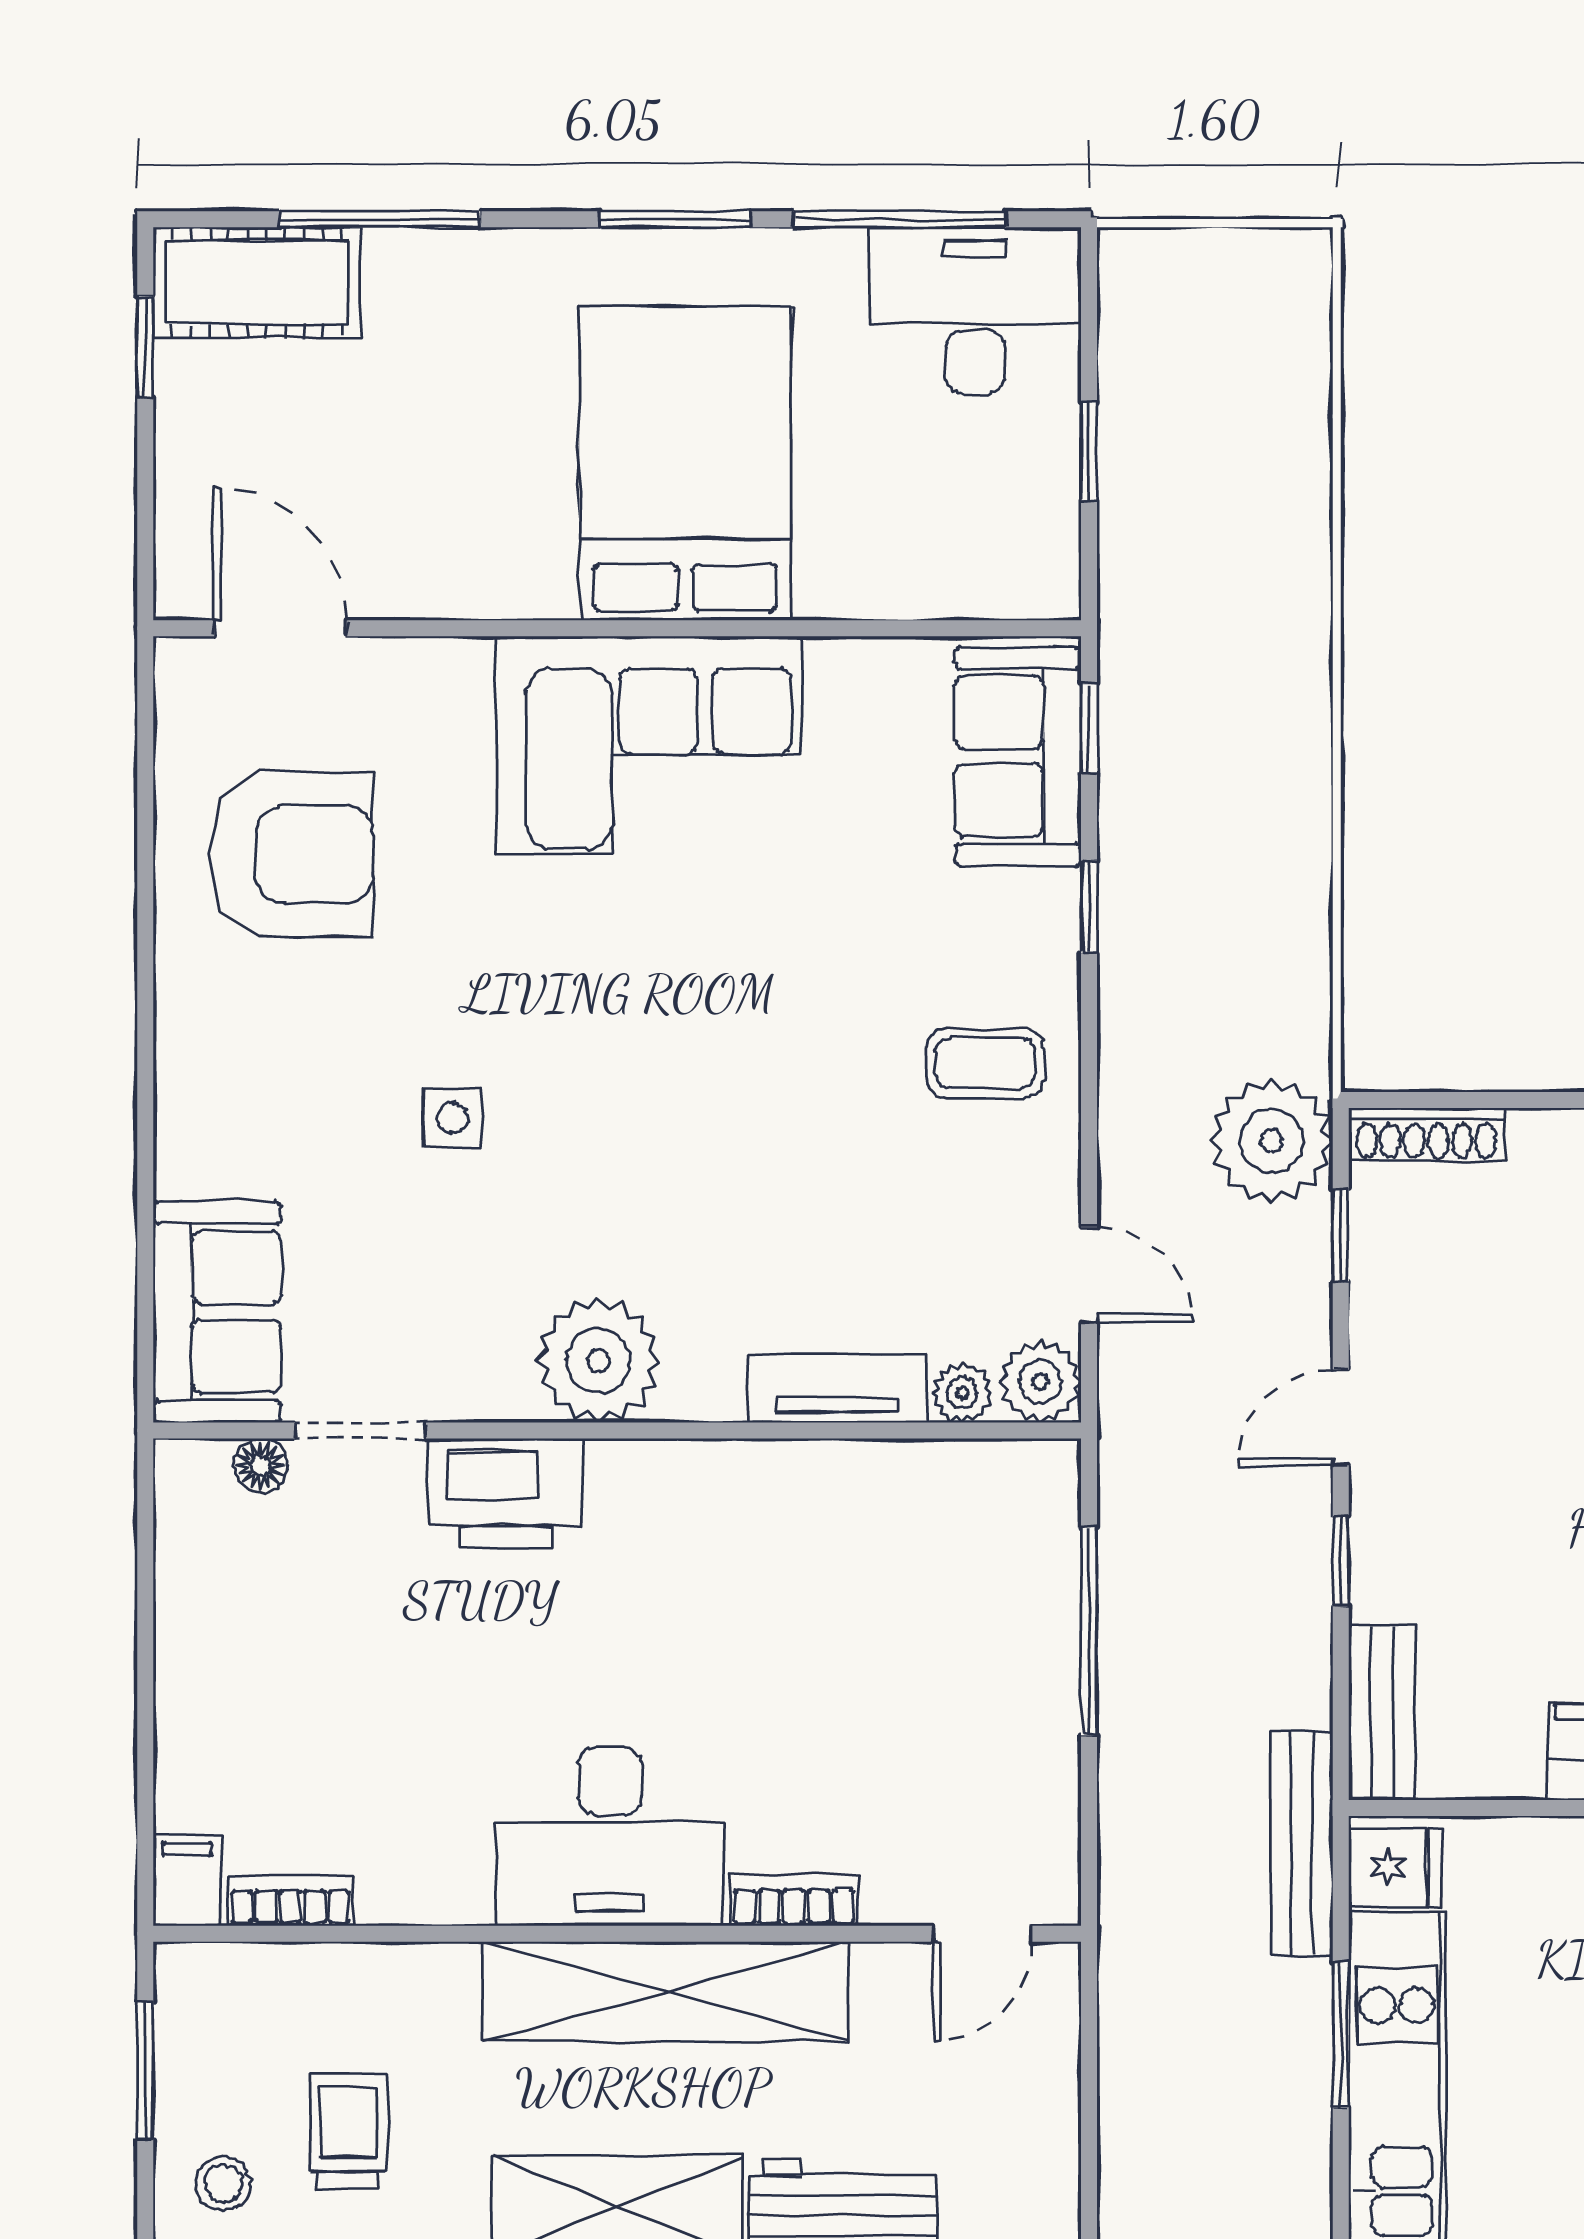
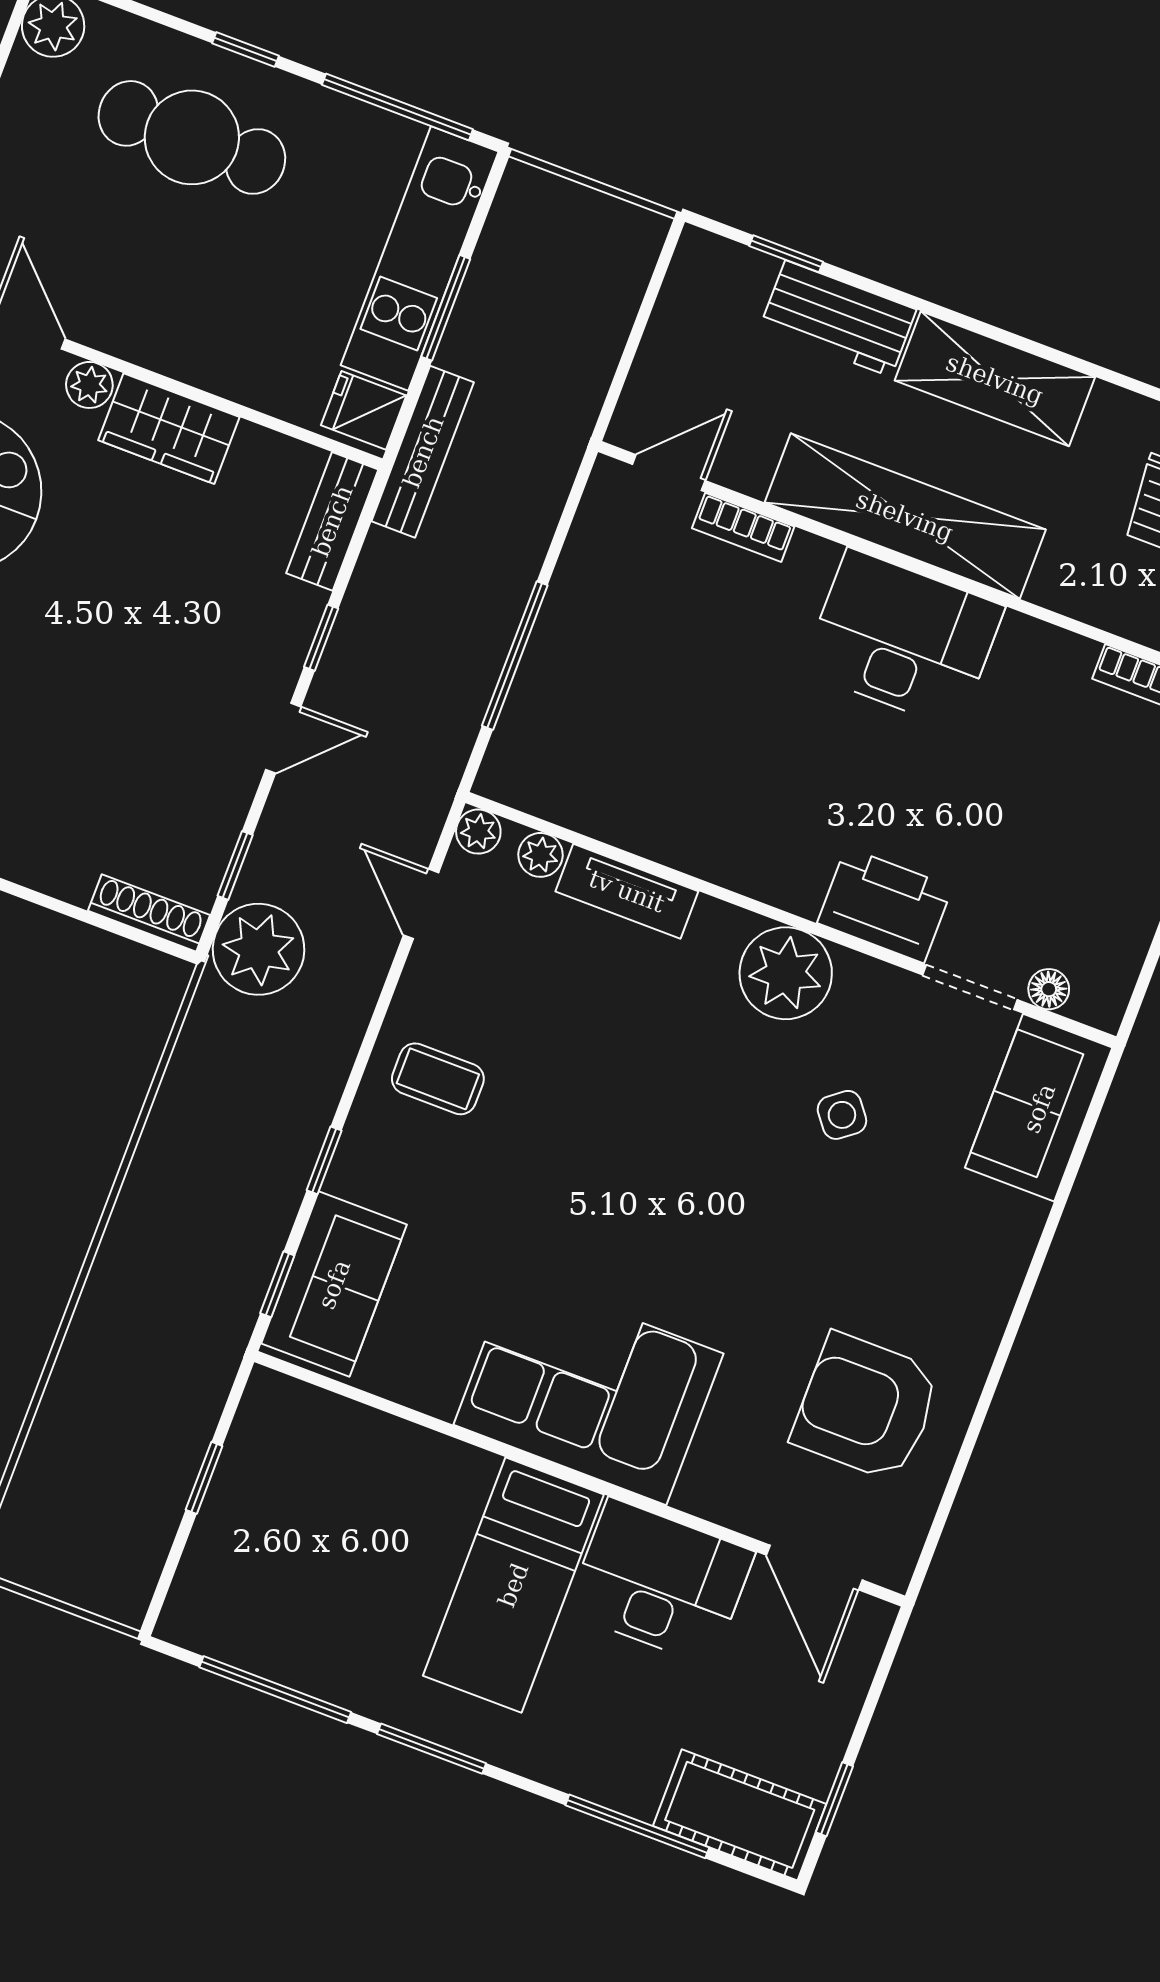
desk: (975, 310) -> (660, 1582), moved, turned 180
bed: (685, 463) -> (513, 1585), width x0.67
side table: (453, 1118) -> (842, 1115), moved, turned -38
plant: (1040, 1382) -> (478, 832), width x0.73, depth x0.73
bookcase: (794, 1900) -> (743, 527), moved

